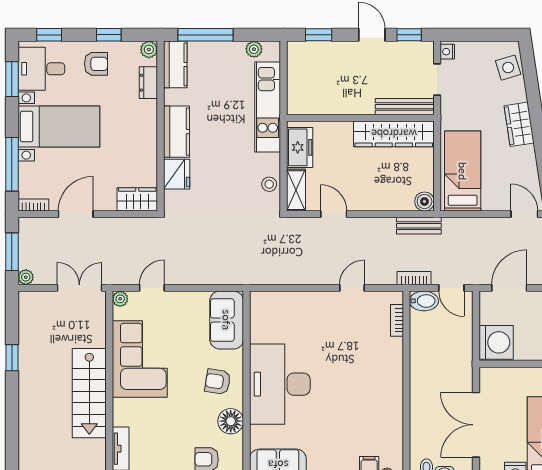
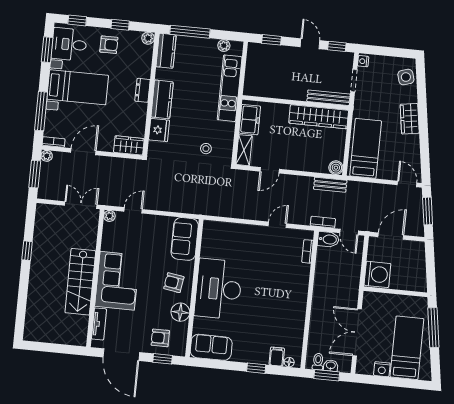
dresser: (148, 83) -> (143, 90), moved
stool: (269, 184) -> (206, 149), moved
door: (334, 214) -> (270, 170), swing flipped
plant: (26, 277) -> (47, 156), moved
corner sofa: (140, 359) -> (117, 281), moved

